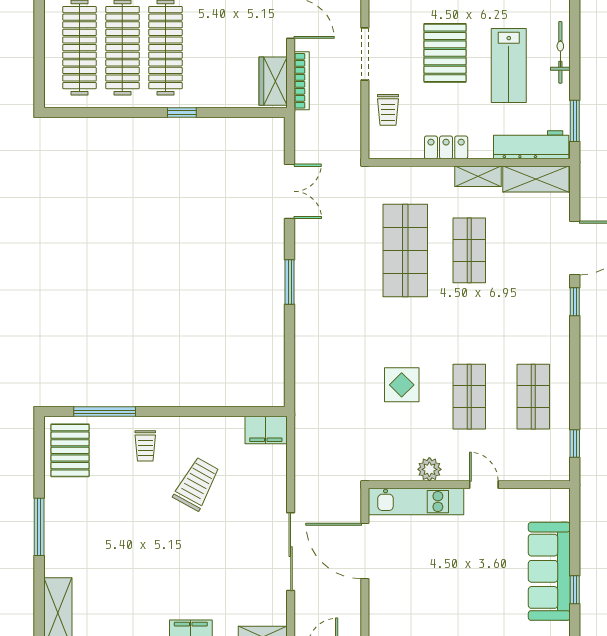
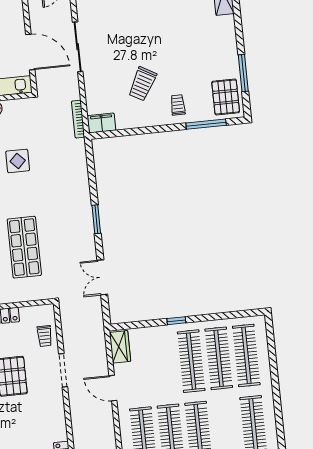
bookcase: (302, 81) -> (78, 119), moved
trolley: (388, 110) -> (45, 336), turned 180
window: (39, 527) -> (243, 73), moved

